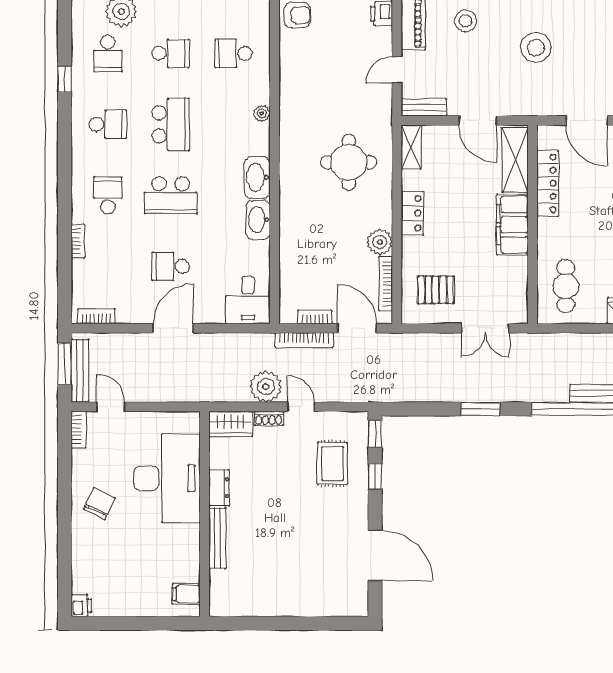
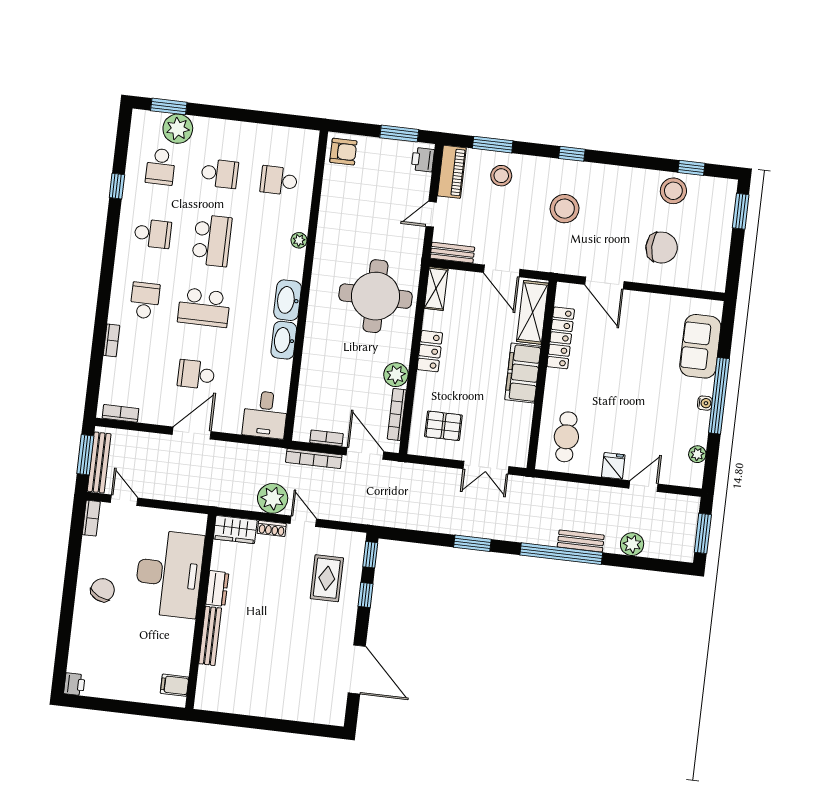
round table: (349, 162) -> (375, 296), width x1.36, depth x1.36

